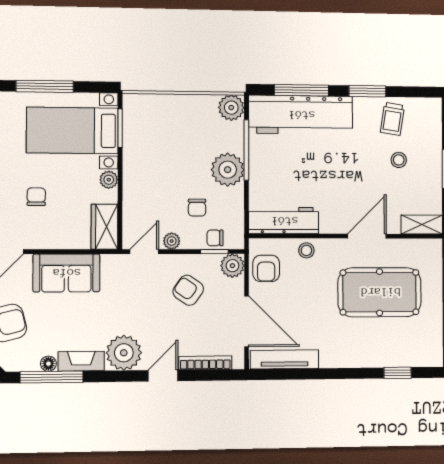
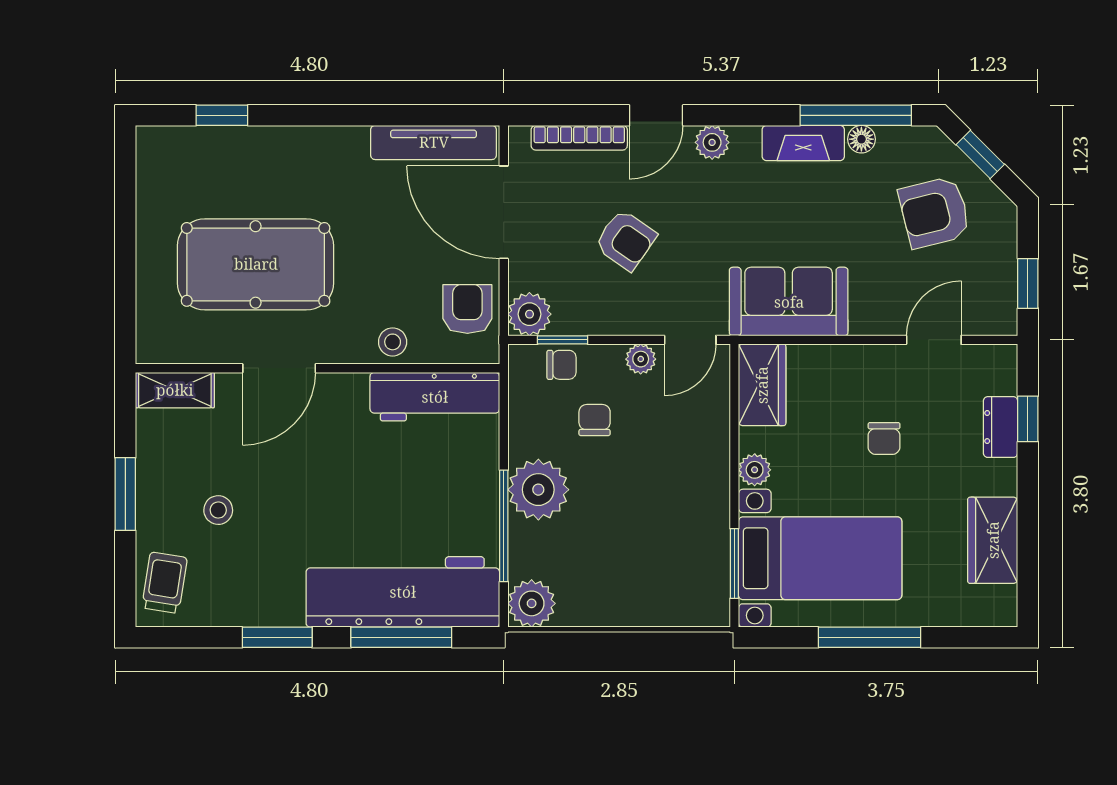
trolley: (392, 119) -> (164, 583), moved
sofa: (66, 273) -> (789, 302), moved
armchair: (188, 290) -> (626, 240), moved
plant: (124, 353) -> (712, 142), width x0.53, depth x0.53

